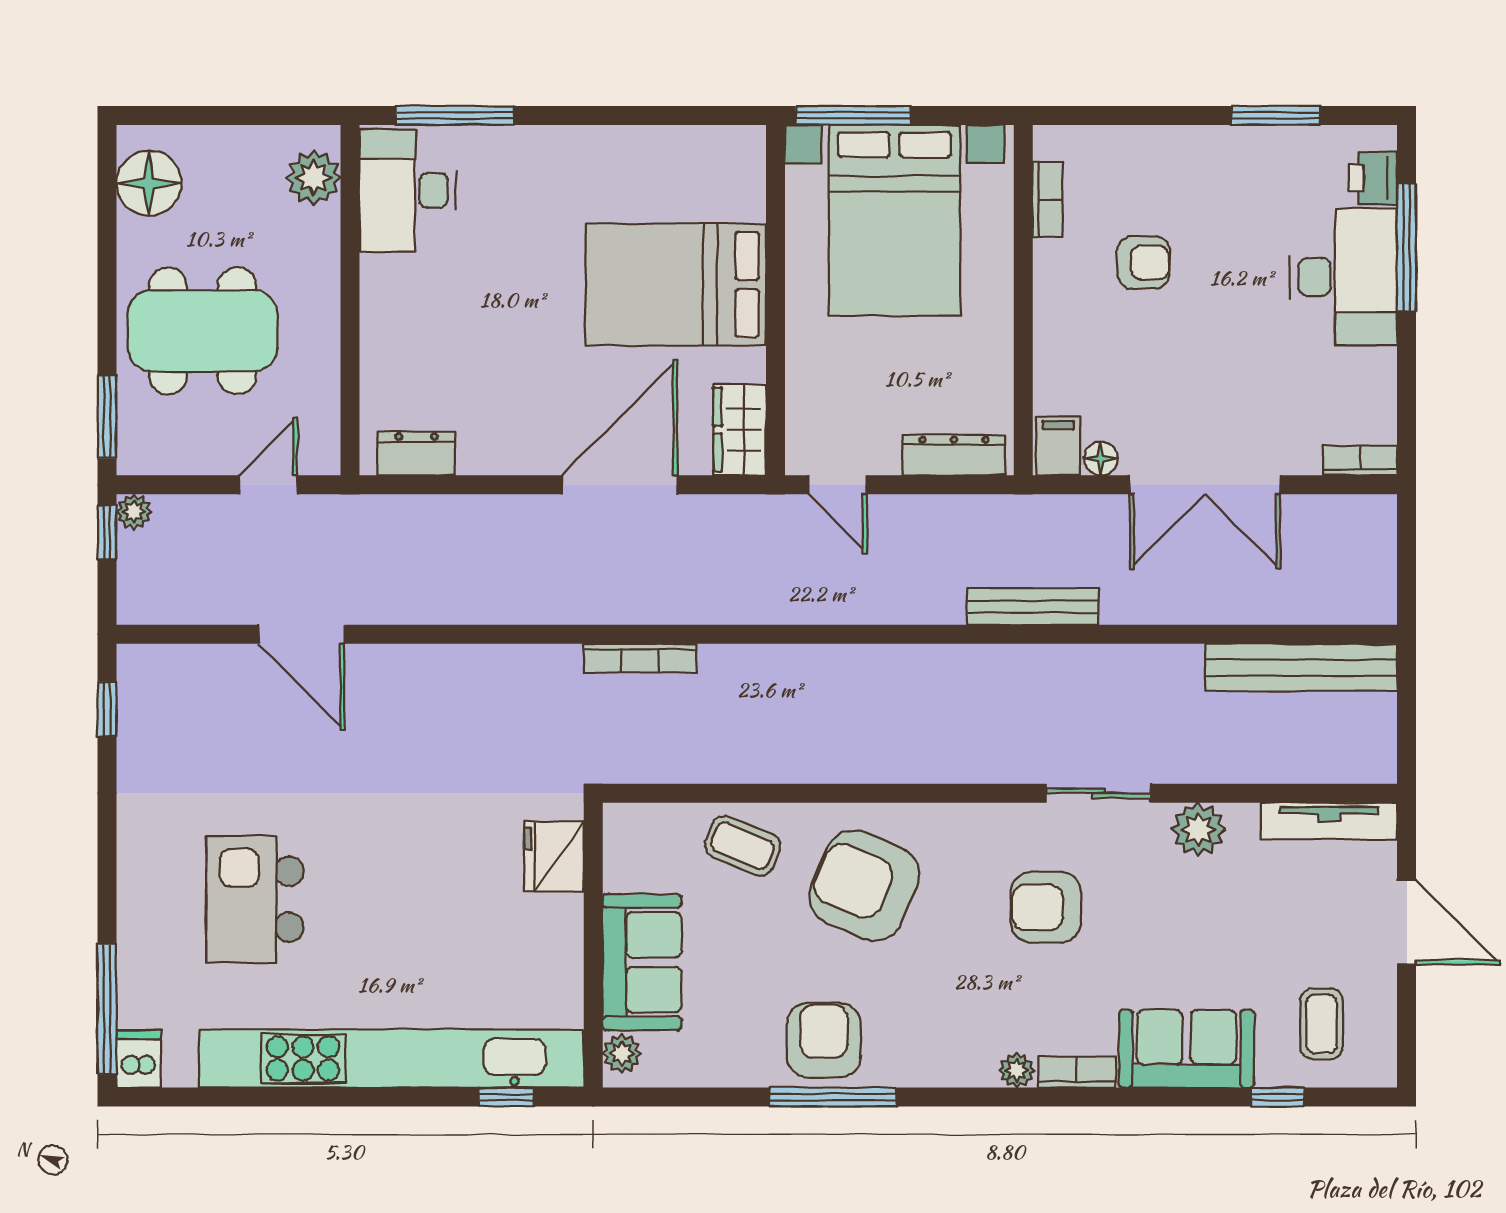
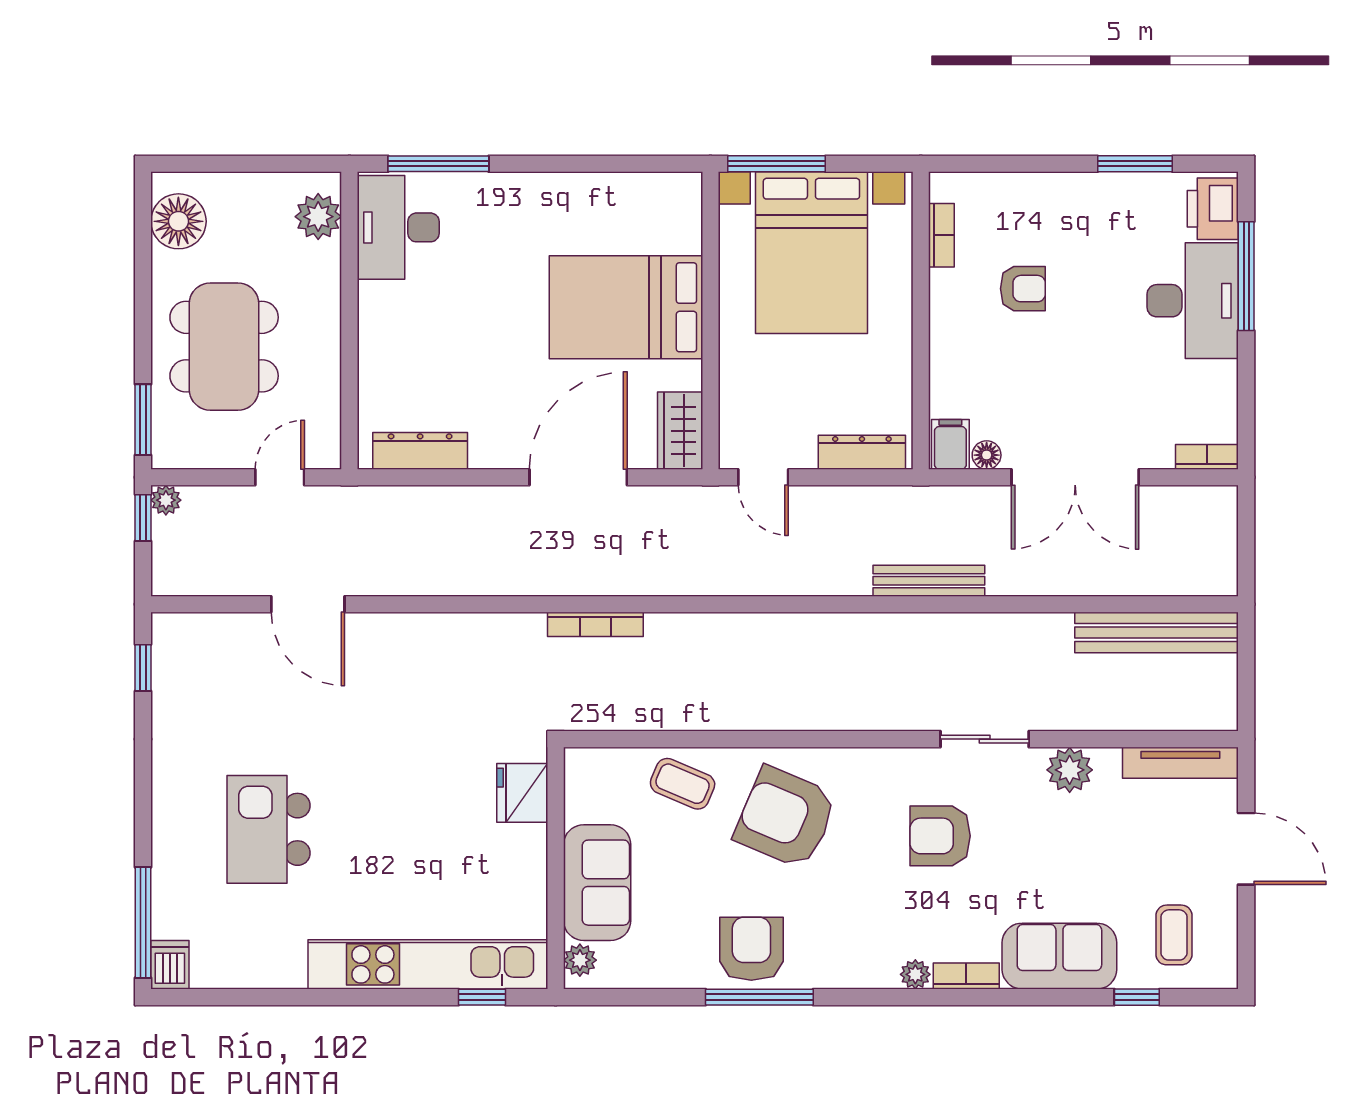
printer: (1373, 178) -> (1213, 209), width x1.36, depth x1.24
dining table: (203, 331) -> (224, 347), turned 90
dresser: (416, 454) -> (420, 451), width x1.44
kitchen unit: (391, 1059) -> (428, 964), width x0.73

